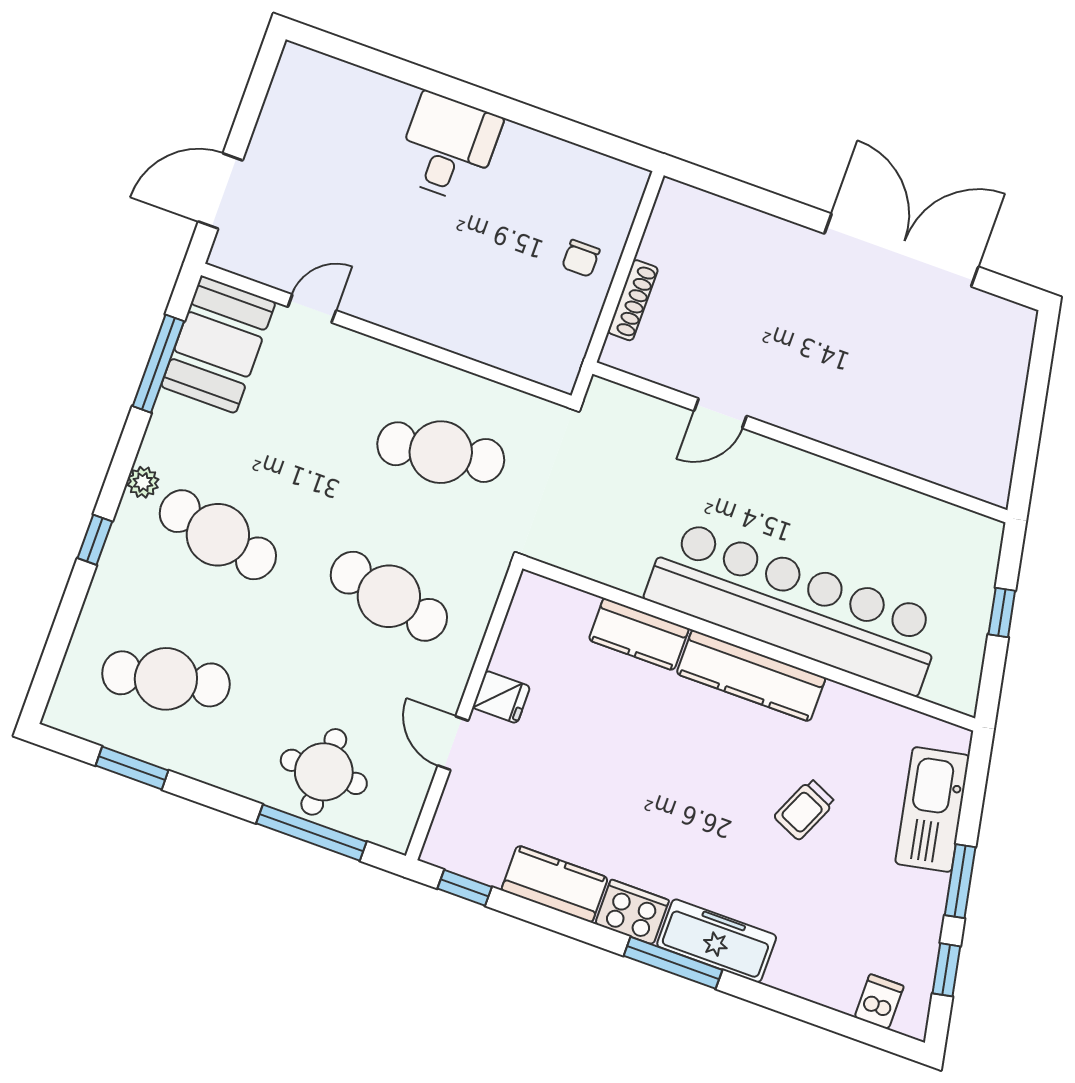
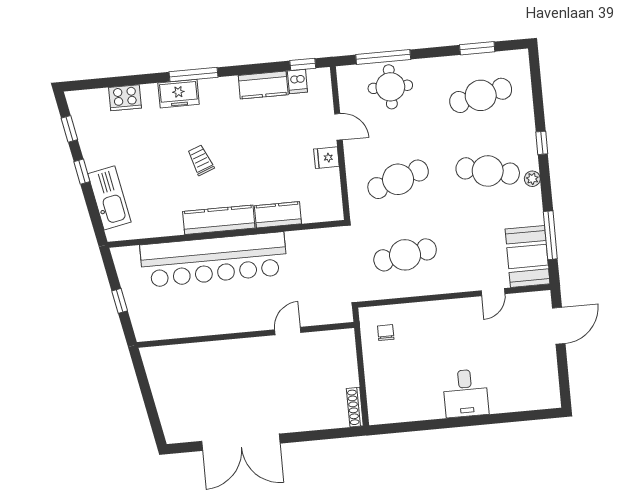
chair: (581, 258) -> (386, 333), moved
shoe rack: (633, 300) -> (355, 407), moved
cafe table: (389, 596) -> (398, 179), turned -30
trolley: (805, 809) -> (201, 160), moved, turned -45
window: (960, 881) -> (82, 172), width x0.67
cooker: (632, 912) -> (125, 98), moved
freezer: (717, 941) -> (179, 94), width x0.71
dishwasher: (879, 1002) -> (297, 81), moved

